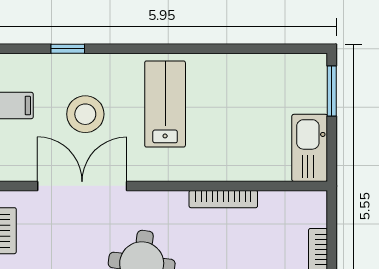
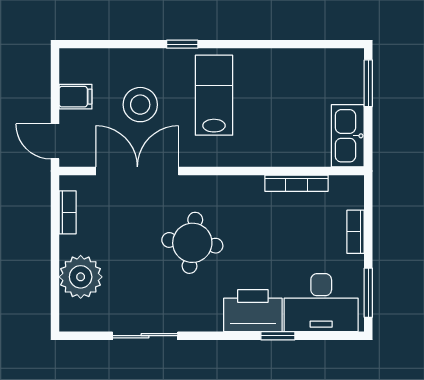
window: (68, 49) -> (182, 44), moved
bookcase: (223, 199) -> (296, 183), moved

